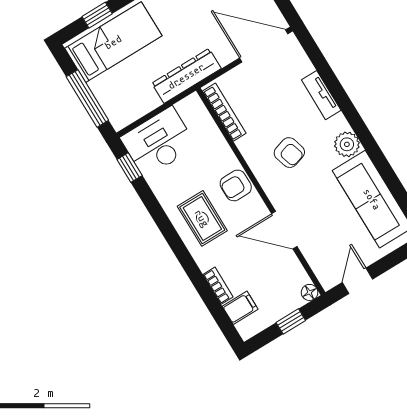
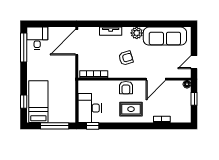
dresser: (186, 76) -> (70, 81), removed
door: (357, 281) -> (194, 62), hinge flipped
filing cabinet: (240, 308) -> (176, 116), removed

